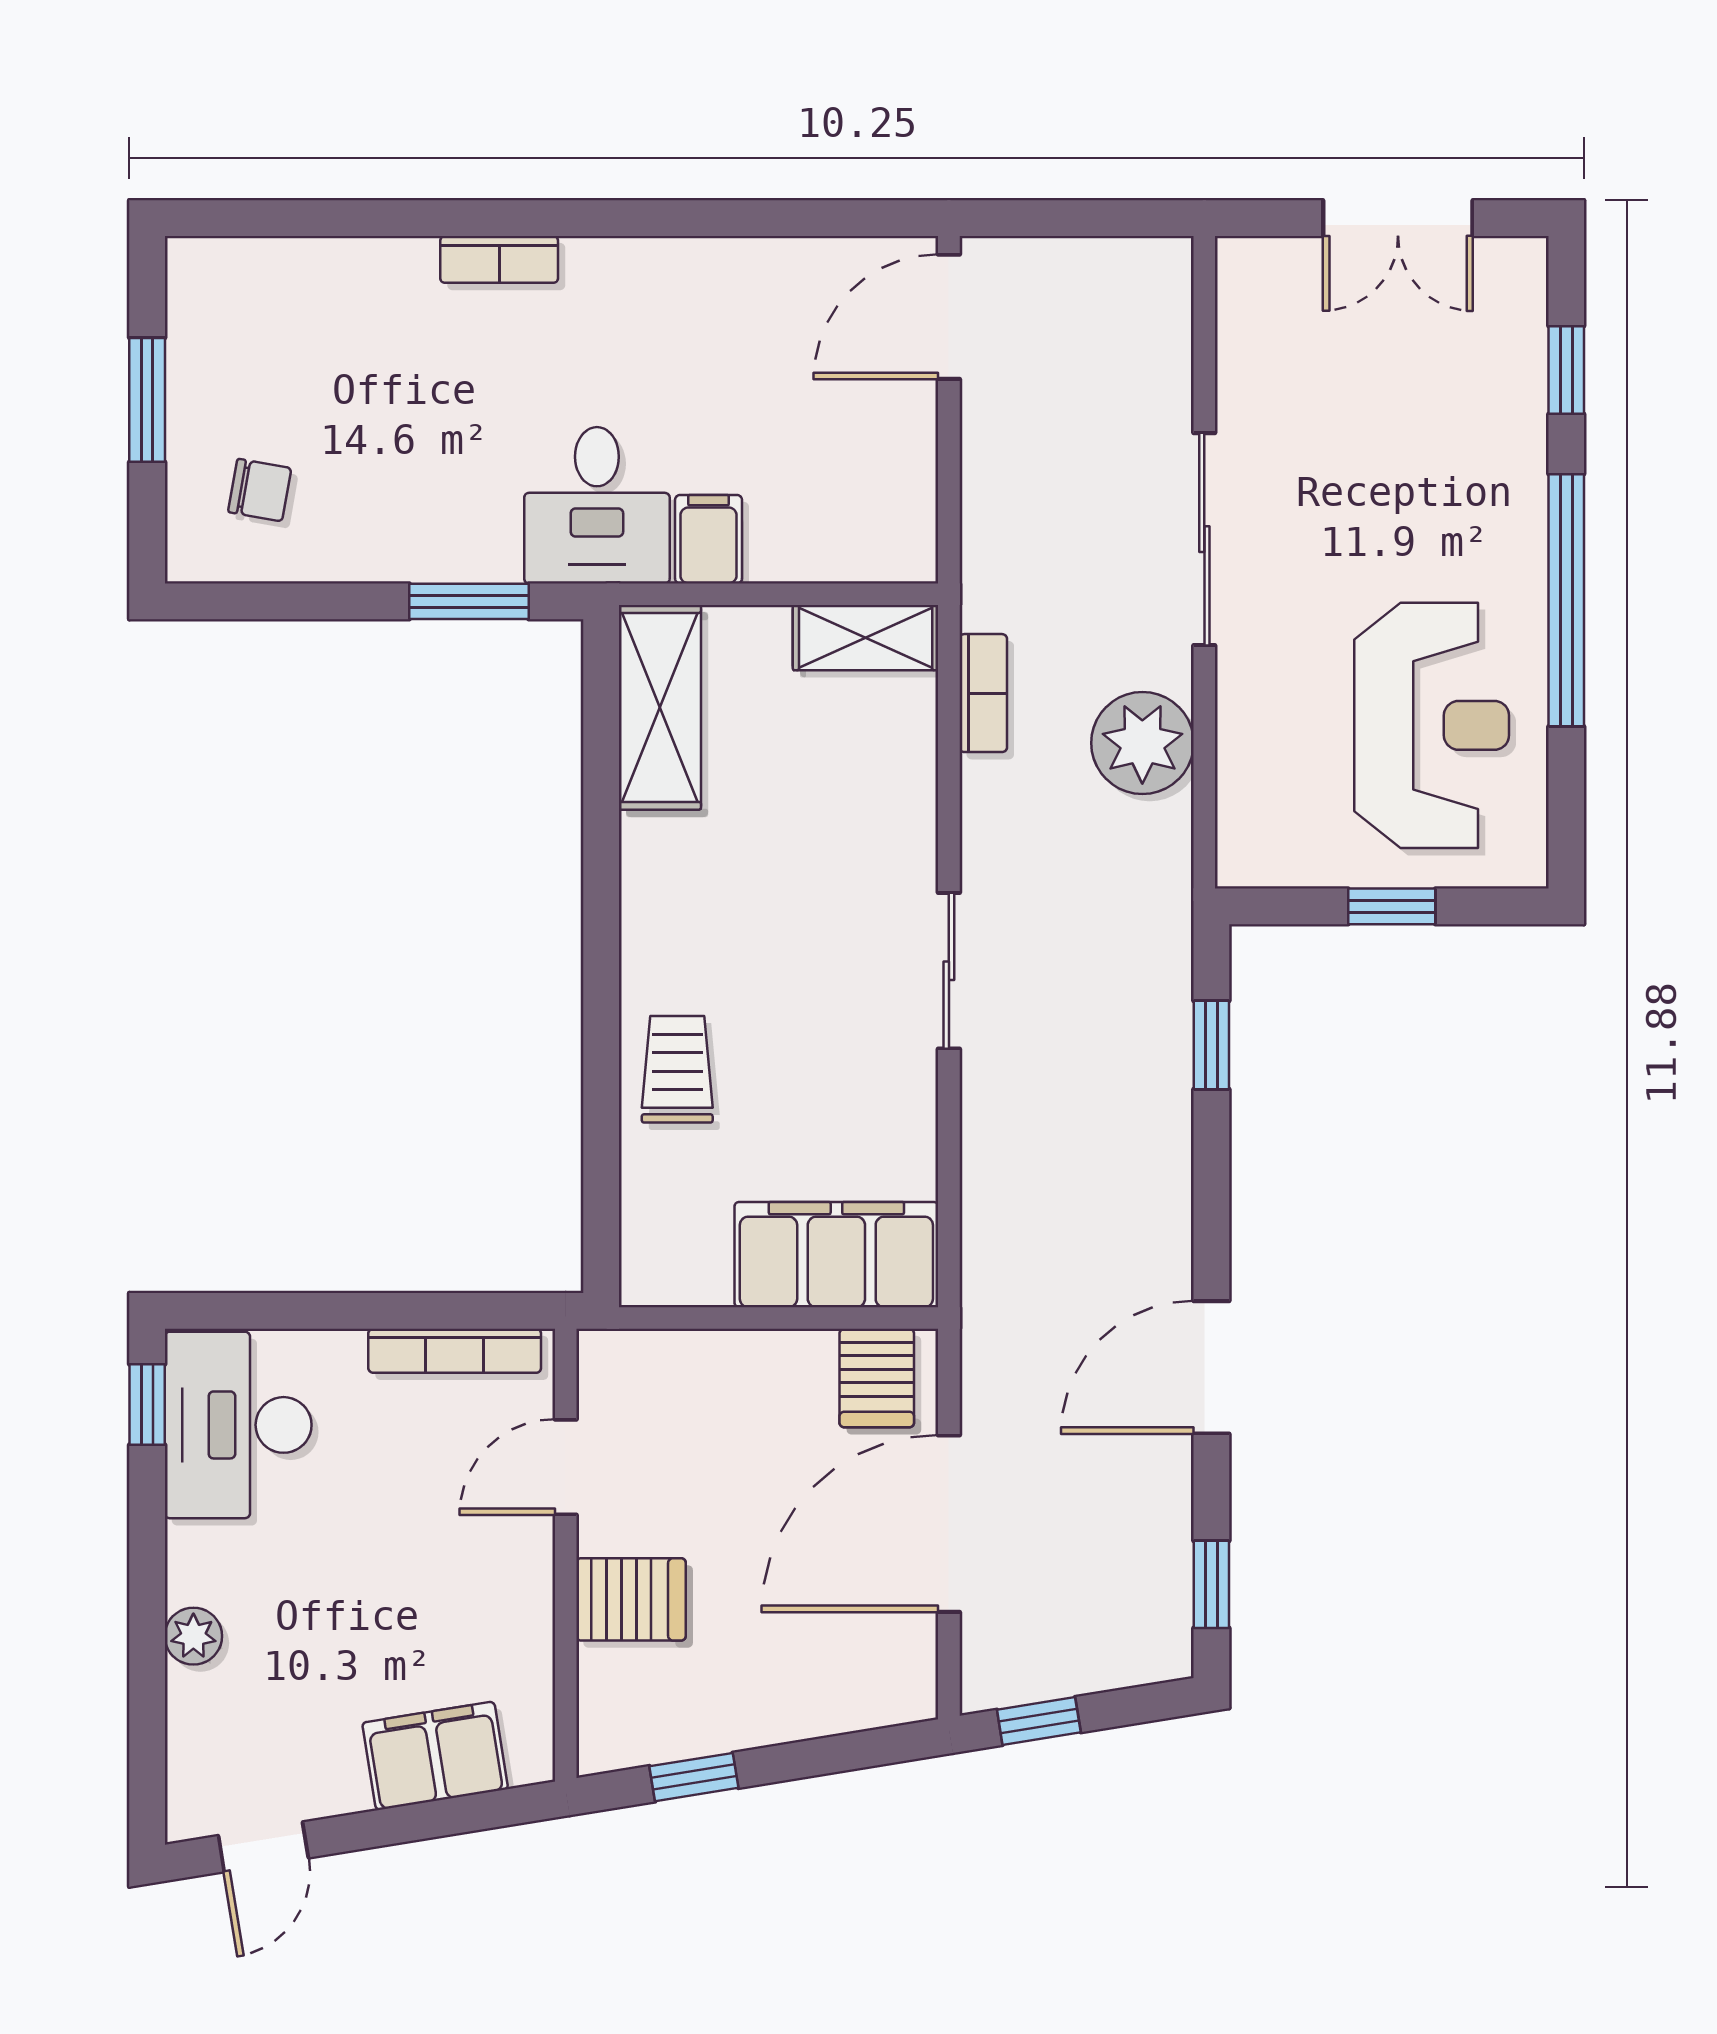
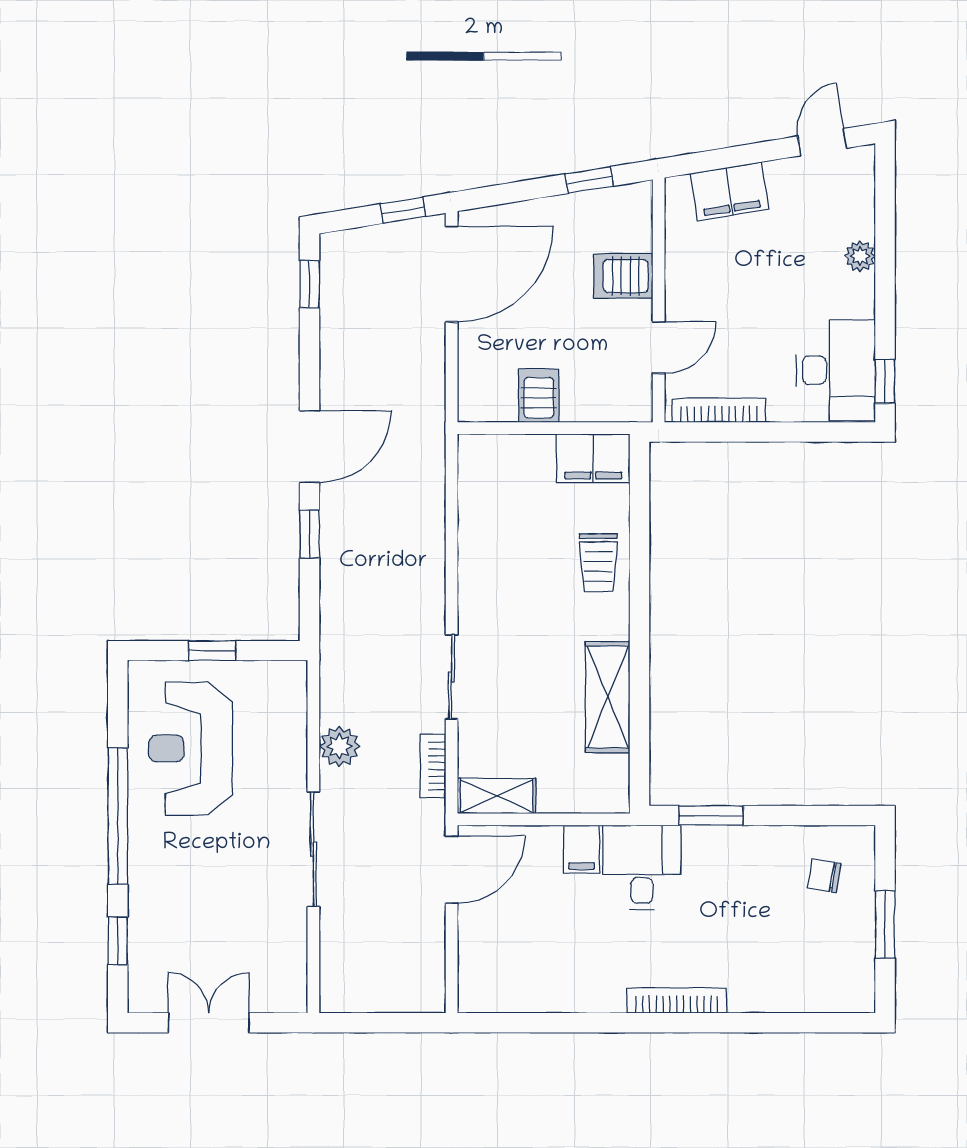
bookcase: (499, 259) -> (677, 1000), width x1.56
door: (949, 317) -> (452, 870), moved
shelving: (660, 707) -> (608, 697), moved
plant: (1142, 743) -> (339, 746), width x0.73, depth x0.73
sliding door: (949, 971) -> (452, 677), moved
window: (1211, 1045) -> (310, 534), moved
filing cabinet: (836, 1255) -> (593, 458), moved, width x0.67, depth x0.86
door: (1211, 1367) -> (310, 447), moved
server rack: (877, 1378) -> (539, 396), moved
door: (949, 1524) -> (452, 274), moved

